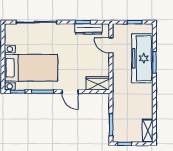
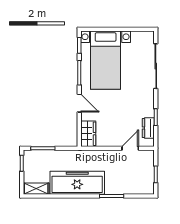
dresser: (89, 29) -> (148, 128), width x0.70
freezer: (142, 58) -> (77, 183), moved
door: (70, 92) -> (79, 103), swing flipped

